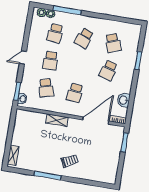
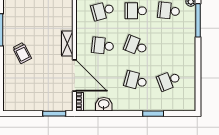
school desk: (84, 38) -> (136, 46), moved
shelving: (57, 120) -> (67, 43), moved

